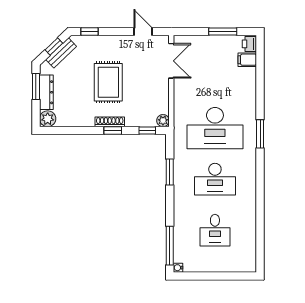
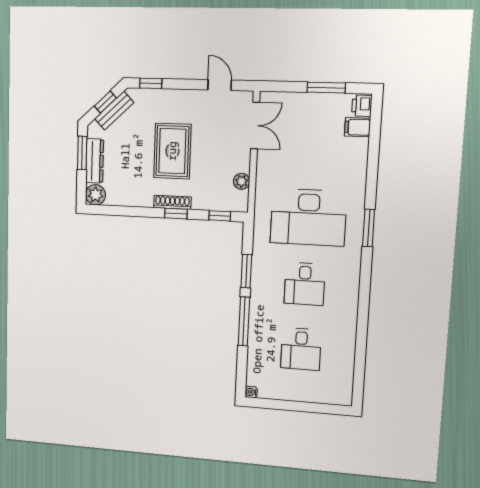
plant: (163, 121) -> (242, 181), moved
desk: (215, 179) -> (305, 284), width x0.73
window: (170, 246) -> (244, 321), moved

